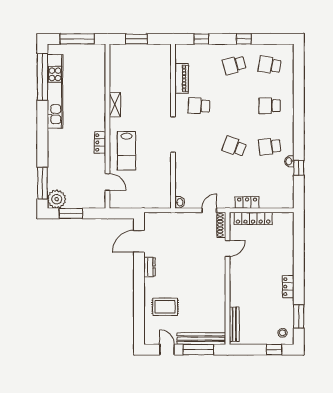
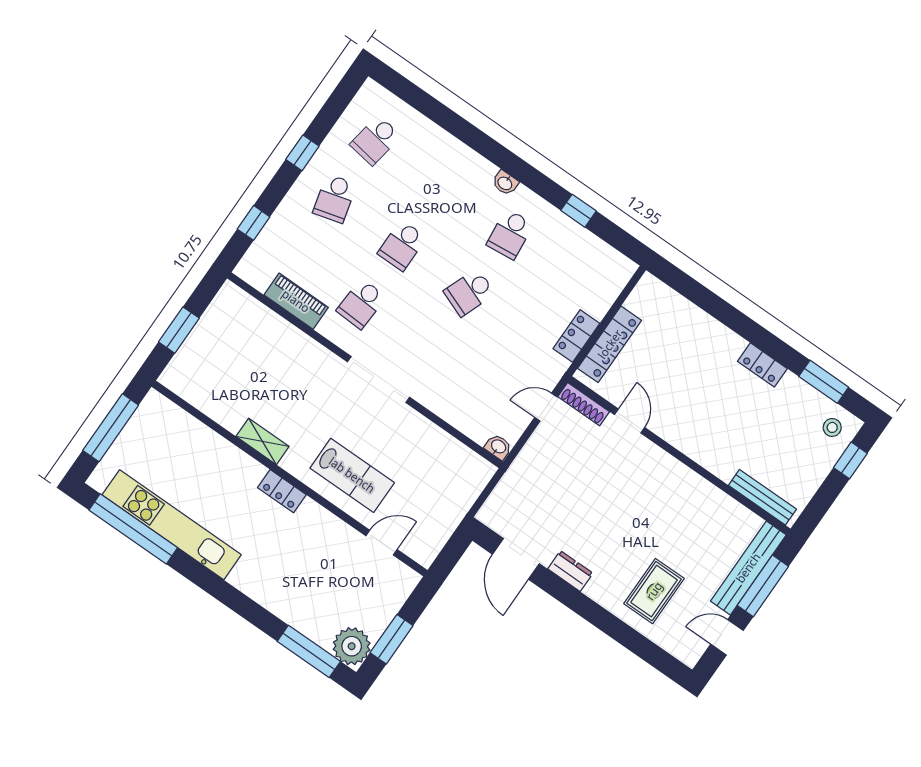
school desk: (270, 106) -> (402, 246), moved
locker: (100, 142) -> (282, 491), moved
washbasin: (289, 161) -> (505, 183), moved
door: (209, 210) -> (546, 407), hinge flipped

